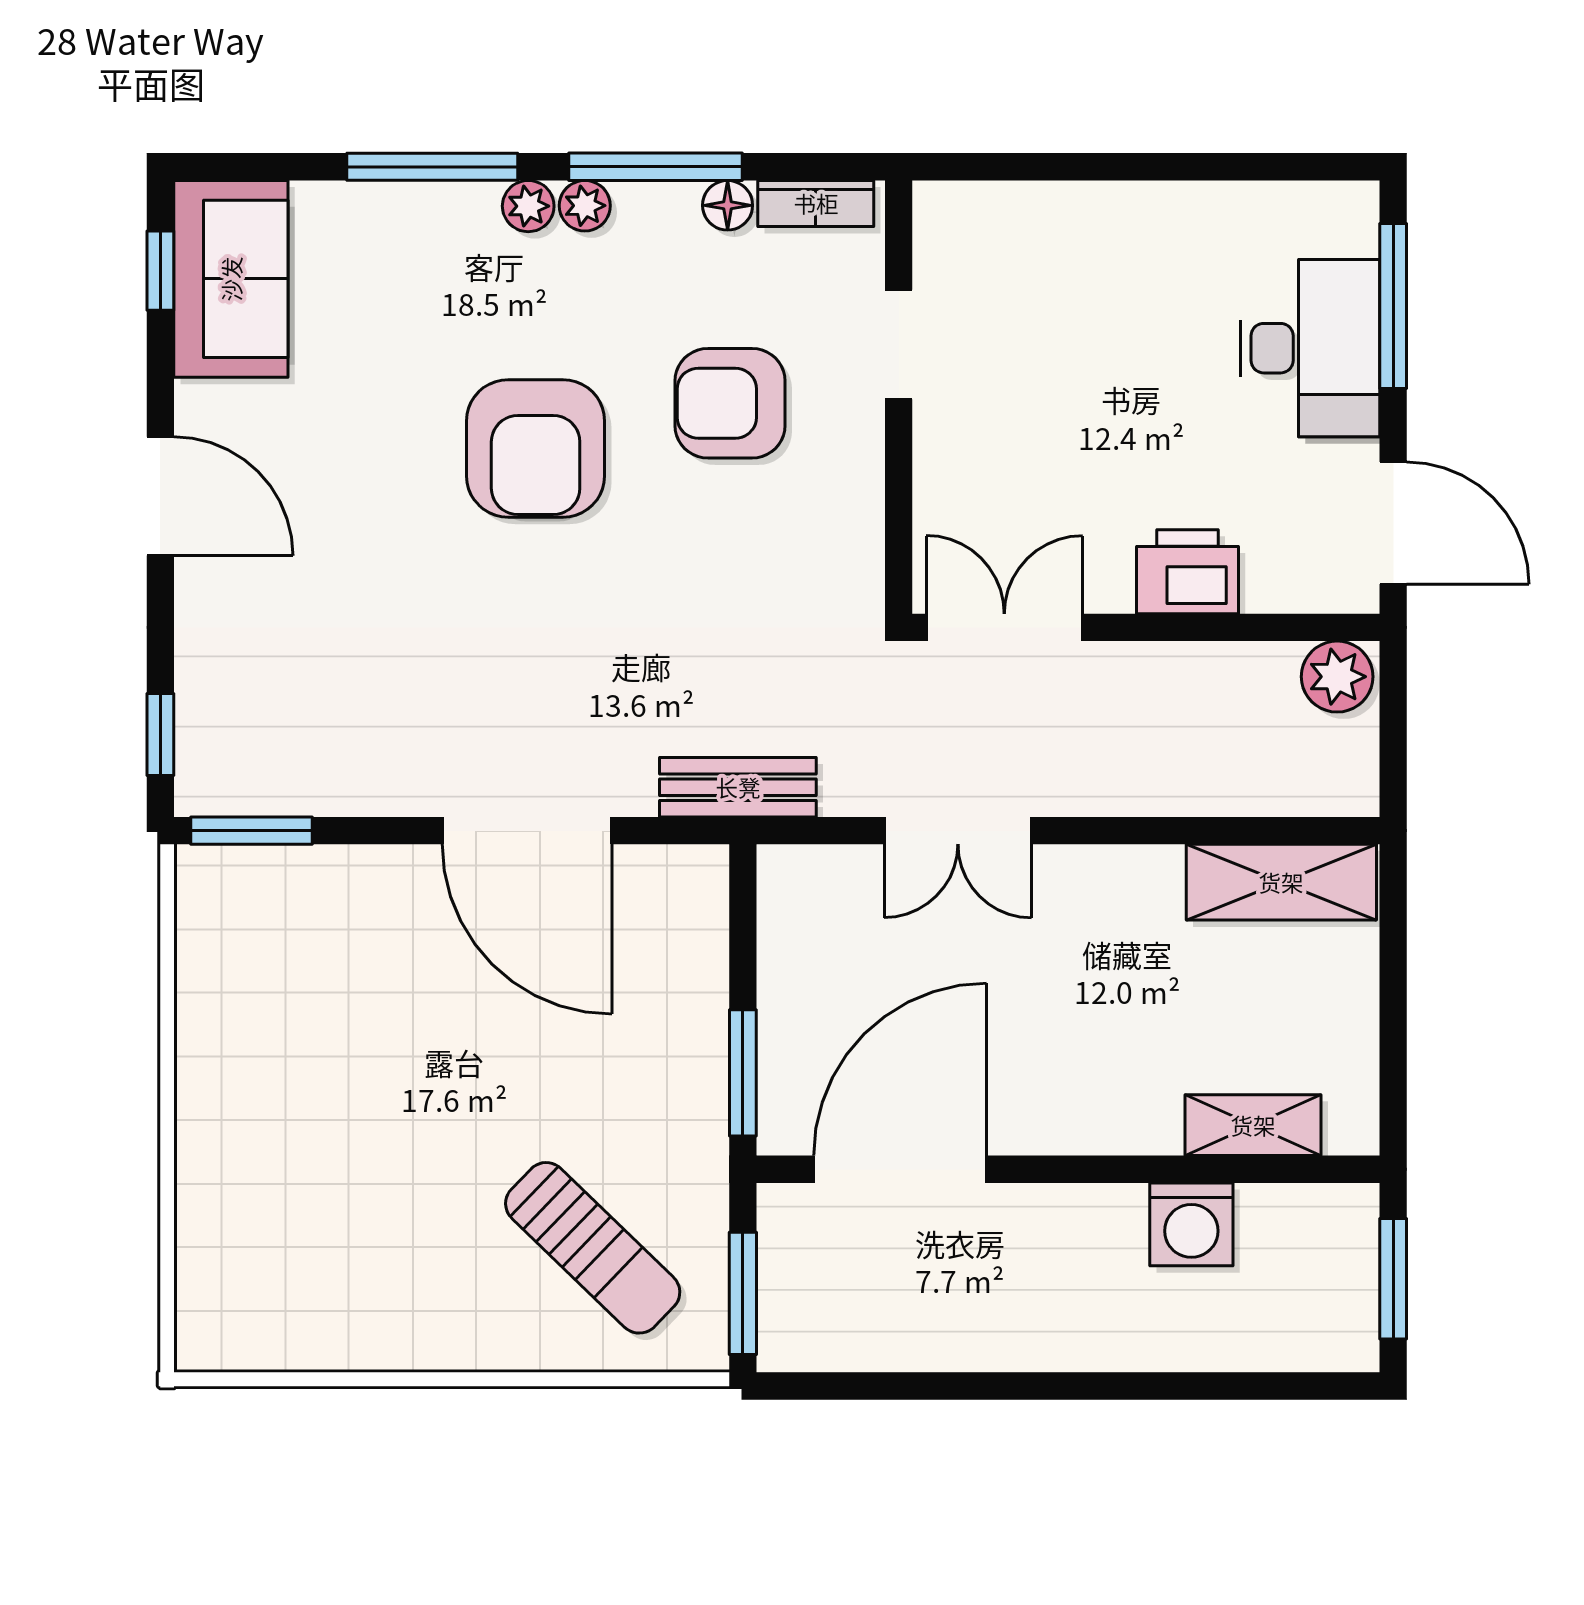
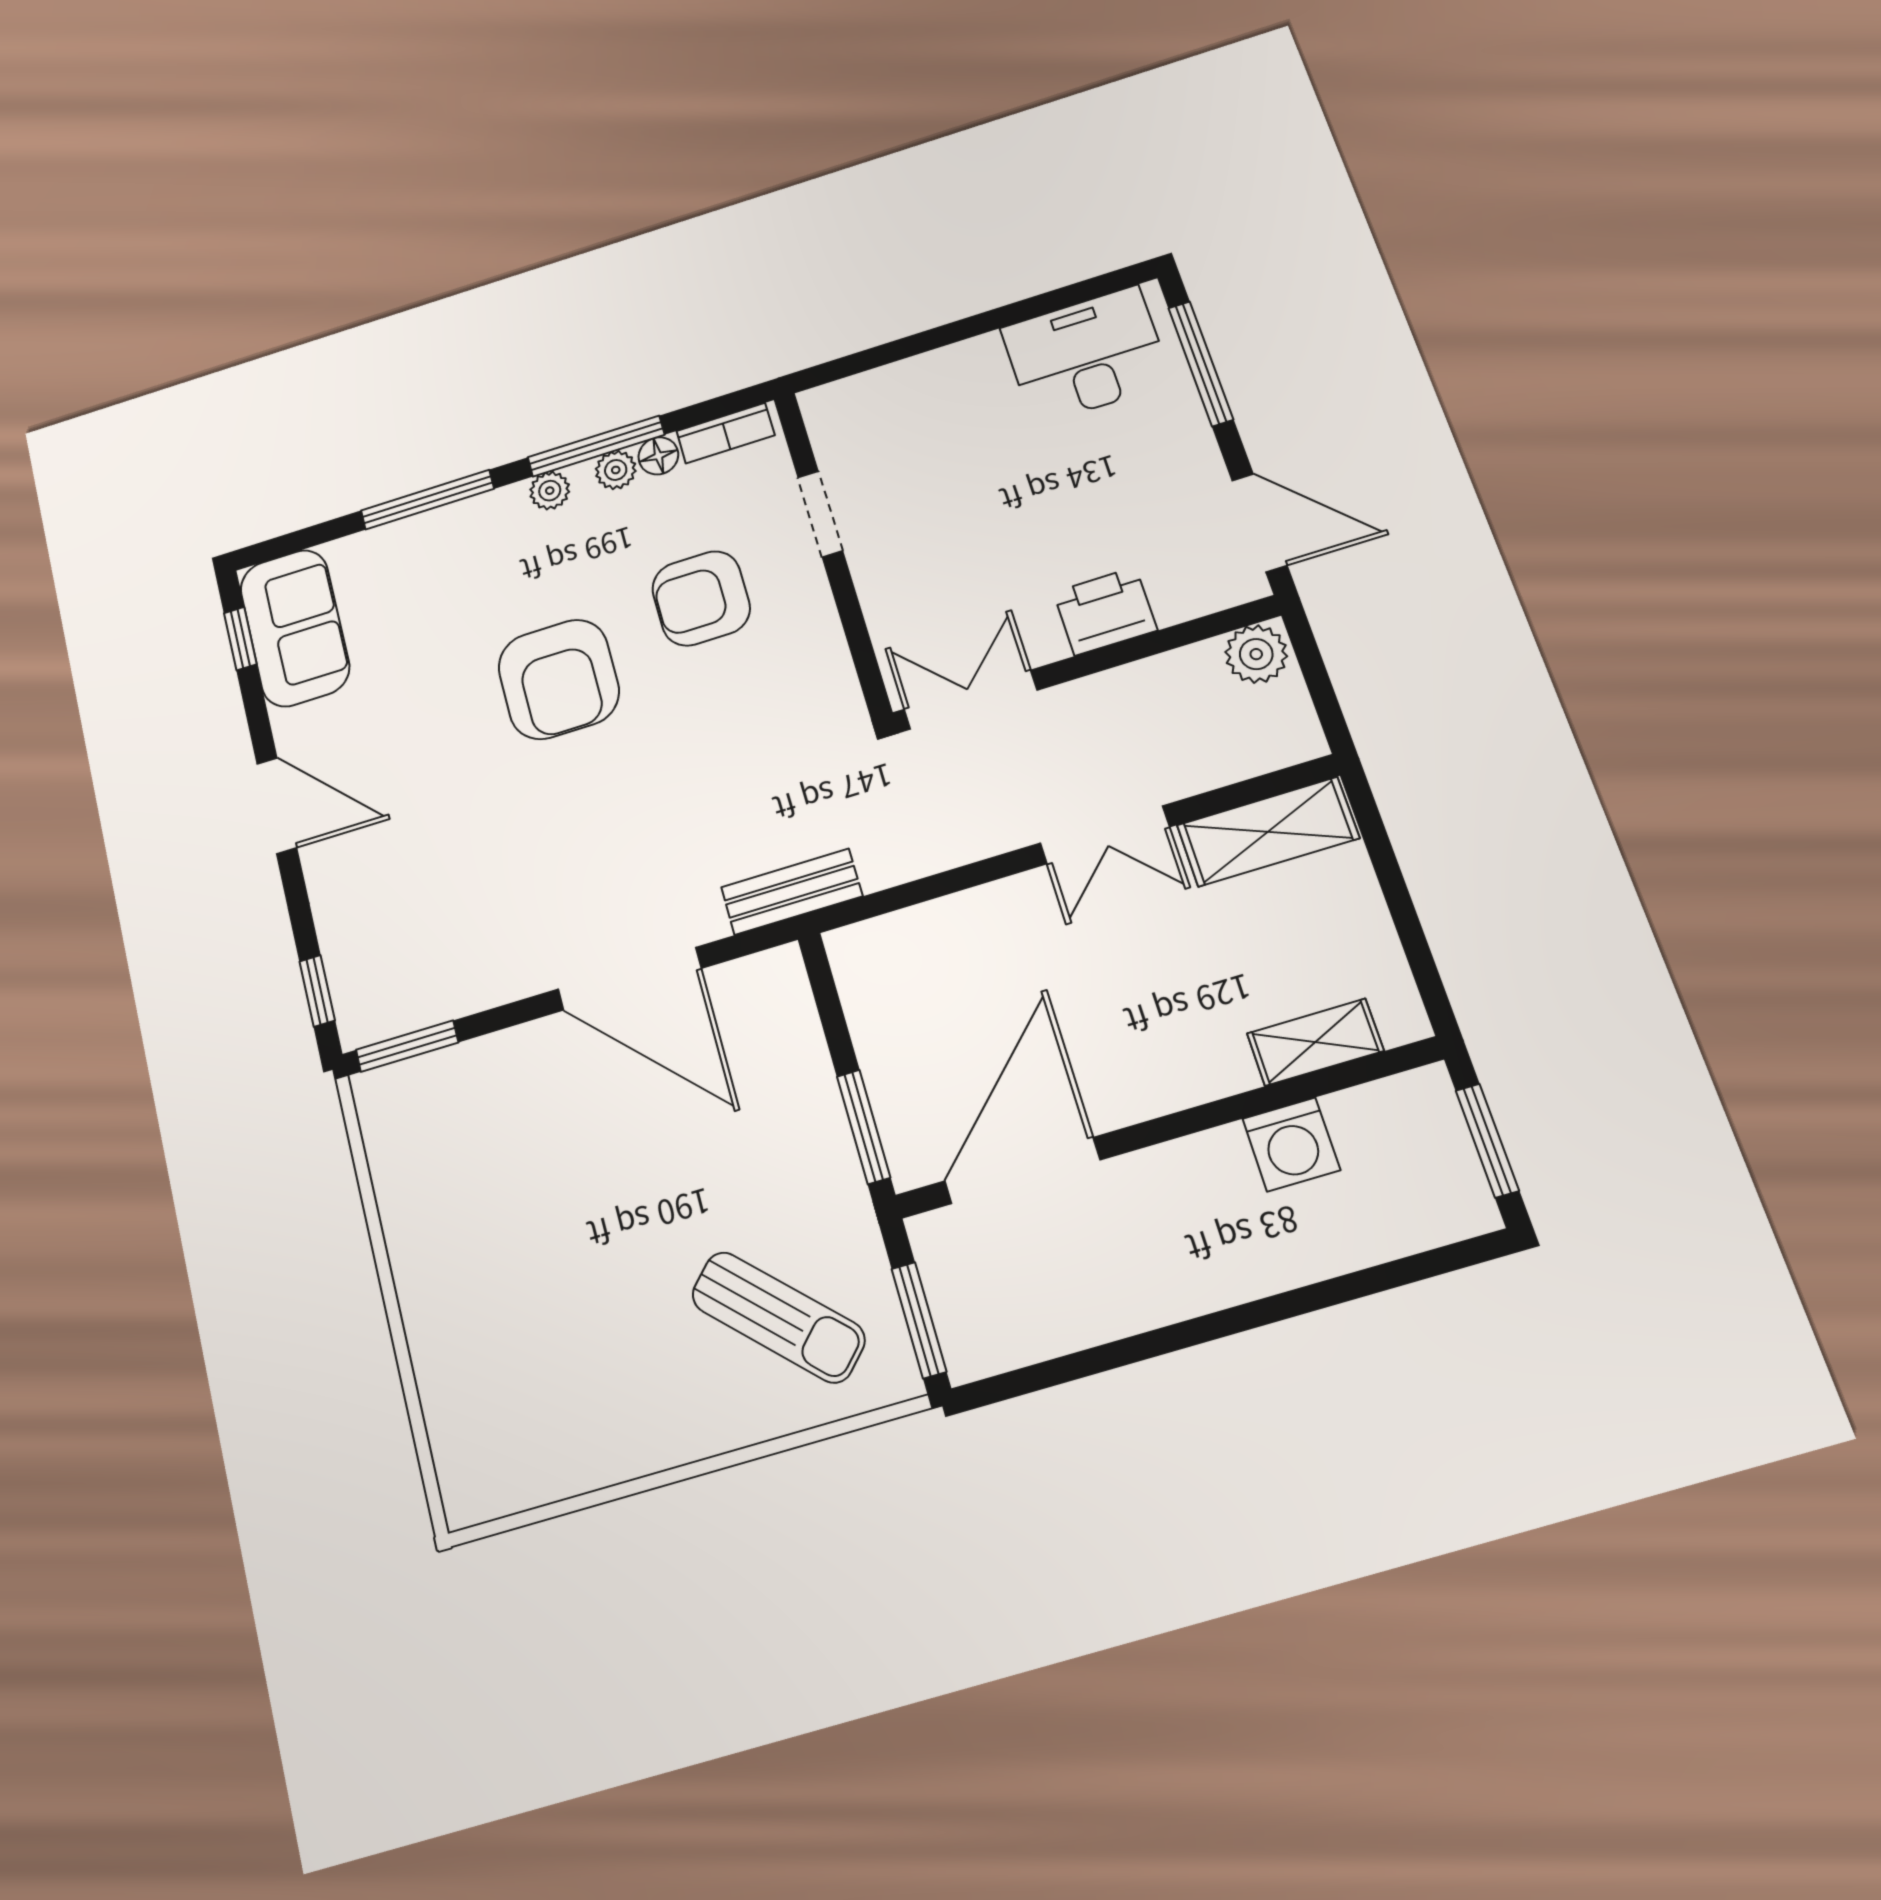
plant: (528, 206) -> (616, 470), moved
desk: (1310, 348) -> (1086, 355), moved, turned -90
double door: (958, 831) -> (1105, 835), moved

